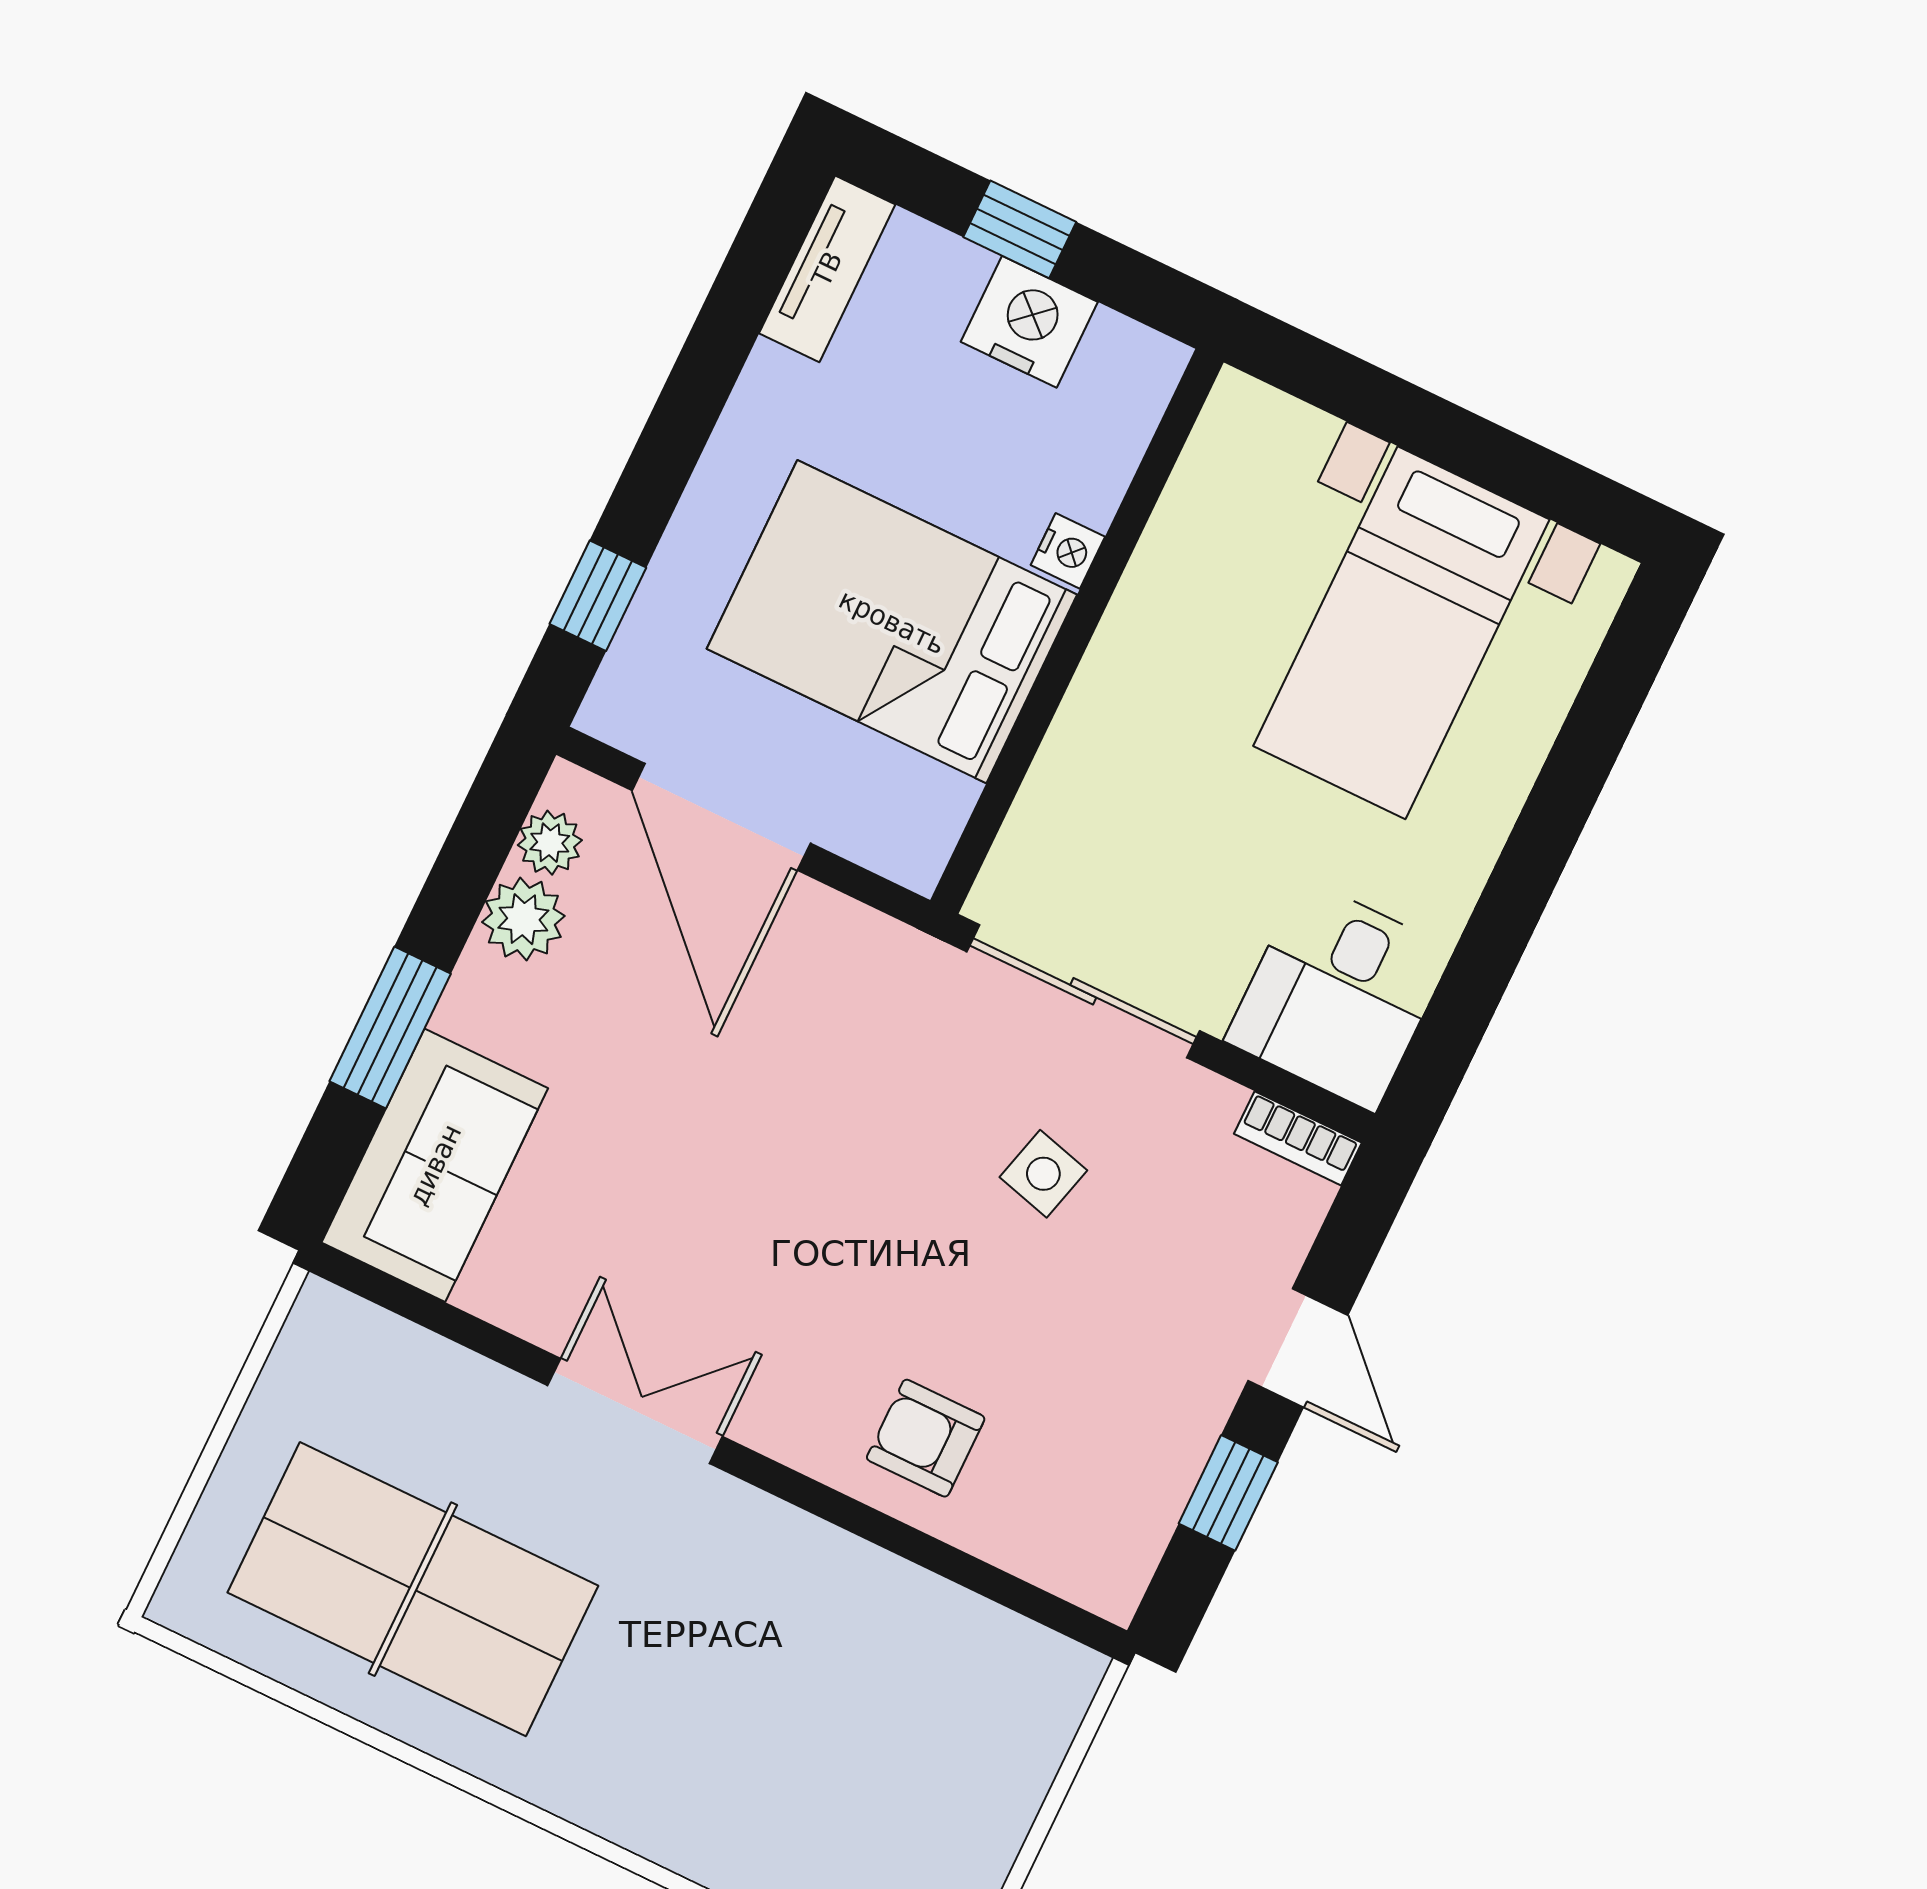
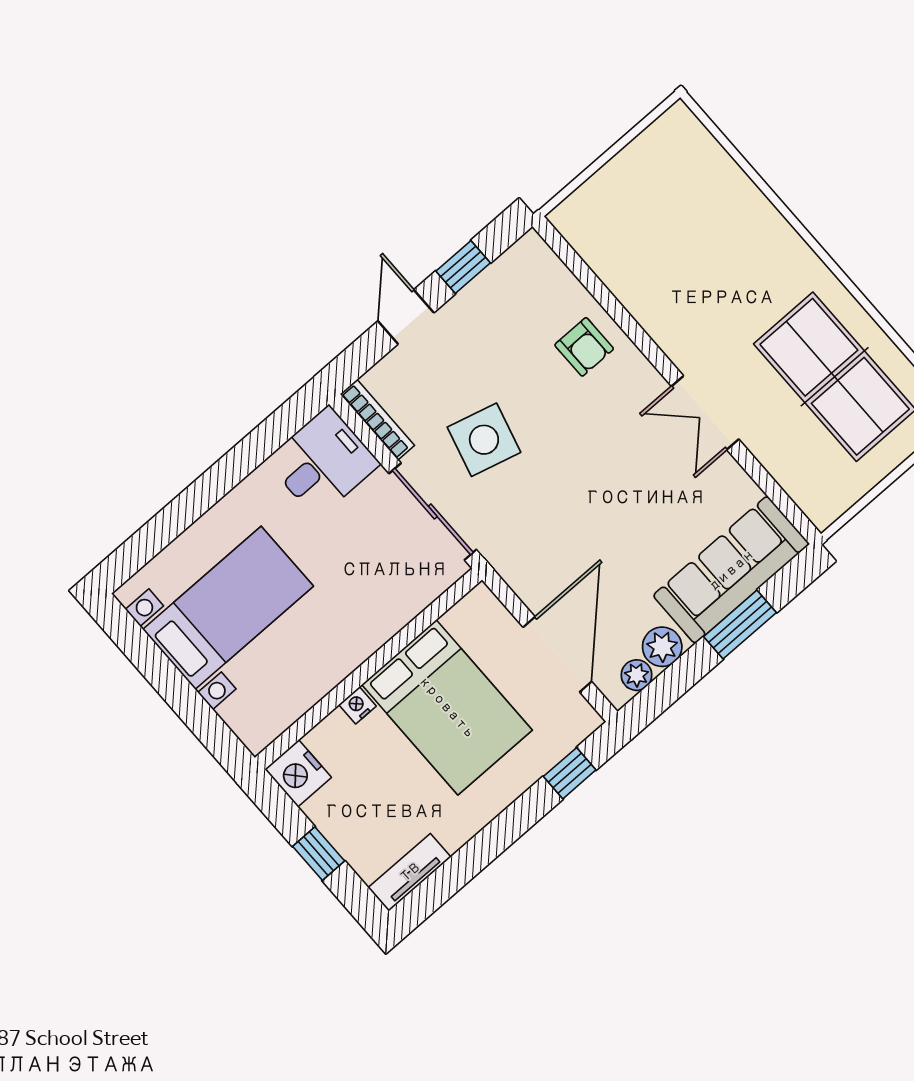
nightstand: (1029, 322) -> (298, 773), moved
bookcase: (1298, 1138) -> (377, 420), width x1.56
sofa: (435, 1165) -> (731, 570), width x1.36
side table: (1043, 1174) -> (484, 440), width x1.87, depth x1.87

